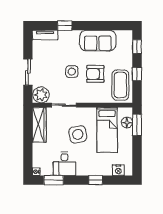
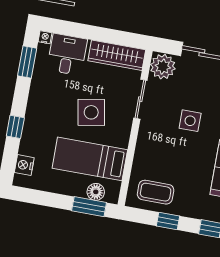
armchair: (95, 74) -> (180, 157), removed
coffee table: (120, 85) -> (156, 192), width x0.73, depth x0.76
desk: (64, 164) -> (67, 55), moved, turned 90

